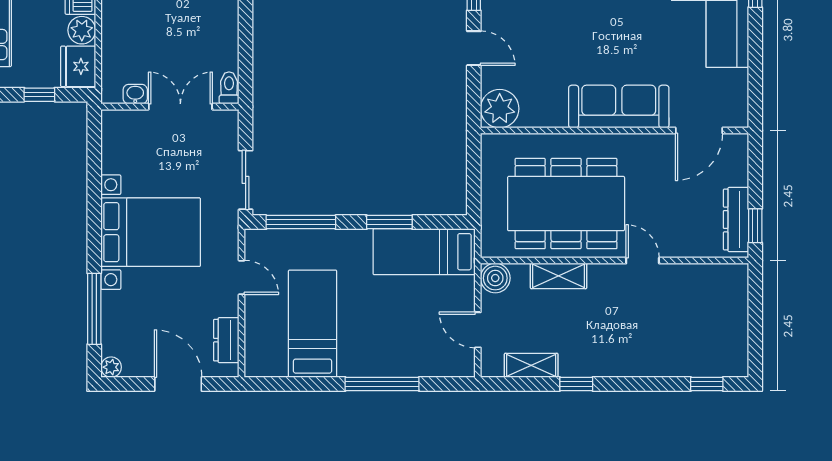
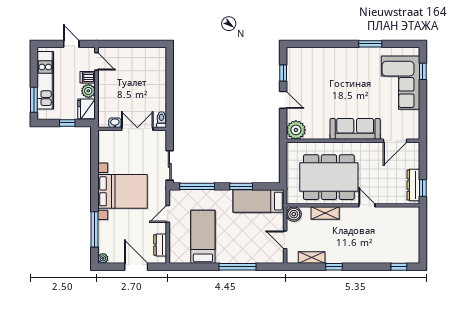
door: (242, 277) -> (168, 214), swing flipped

